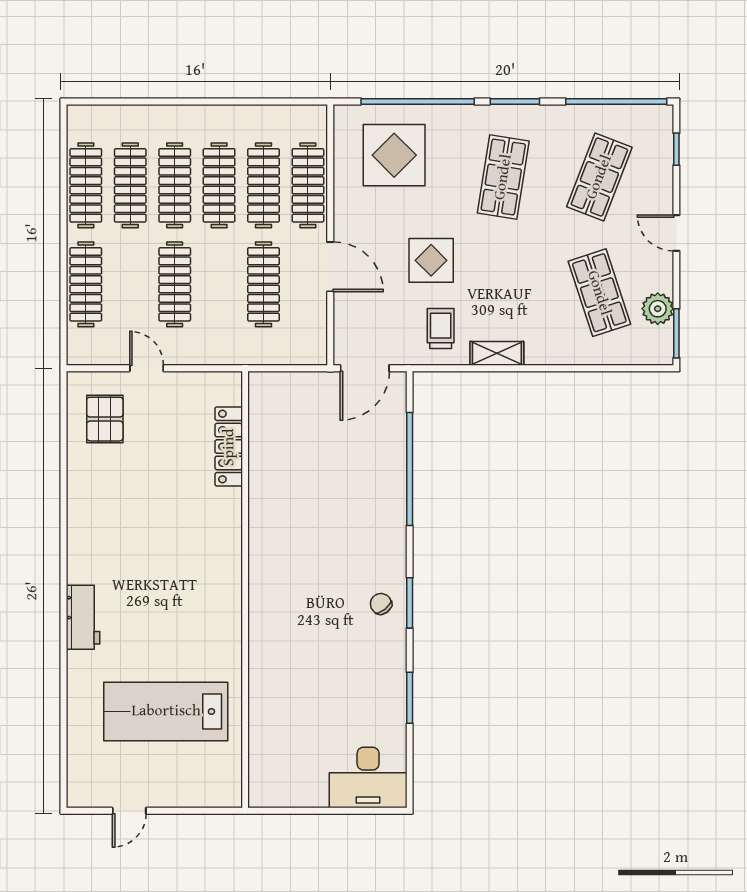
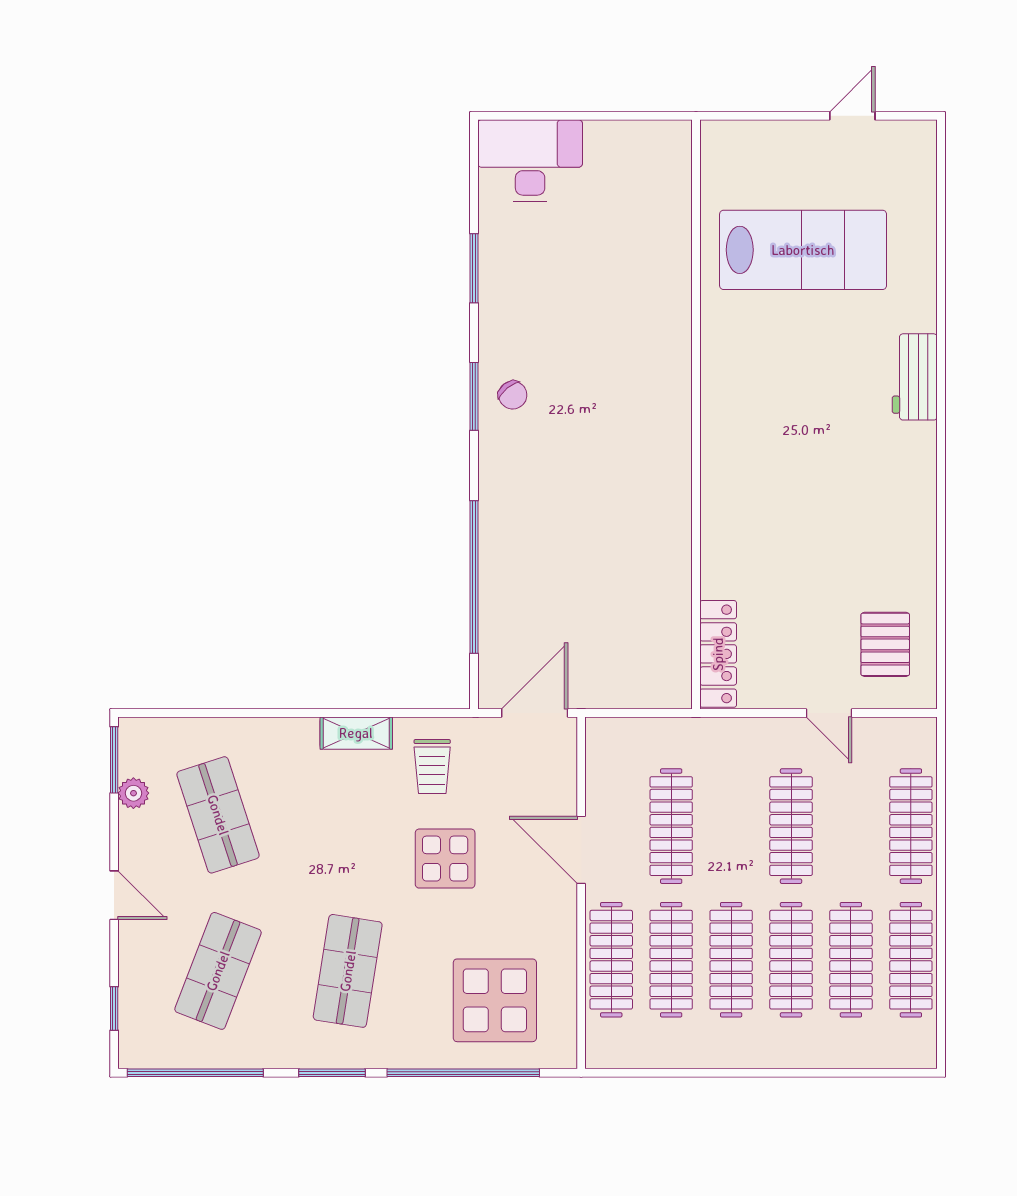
plant: (658, 309) -> (133, 793), width x0.73, depth x0.73
locker: (229, 447) -> (718, 654), moved

